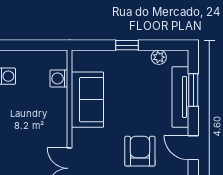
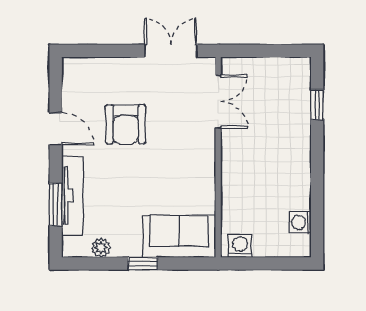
washing machine: (59, 78) -> (240, 246), moved, turned -90
sofa: (87, 100) -> (179, 236), moved, turned 90

